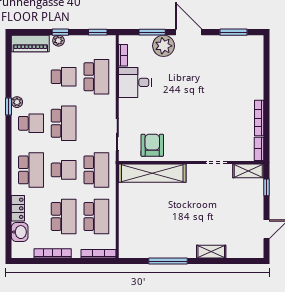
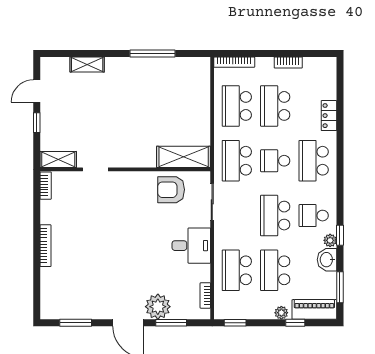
window: (60, 32) -> (295, 323), moved
window: (9, 62) -> (340, 287), added
school desk: (64, 77) -> (275, 270), width x1.85
desk: (135, 82) -> (191, 246), moved
bookcase: (259, 118) -> (45, 246), moved
armchair: (152, 145) -> (171, 190), turned 90
shelving: (152, 173) -> (184, 157), width x0.68
window: (267, 187) -> (37, 123), moved
washbasin: (20, 232) -> (327, 260), moved
shelving: (211, 252) -> (87, 65), moved
bookcase: (53, 253) -> (288, 63), width x0.64

